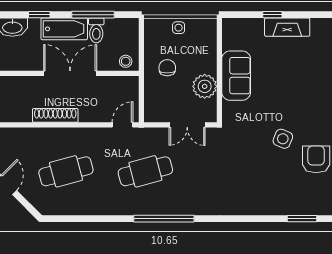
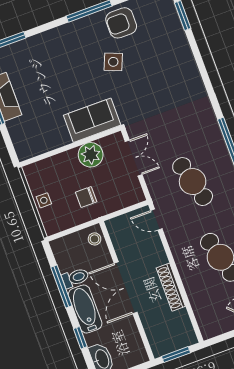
sofa: (236, 76) -> (92, 120), moved

